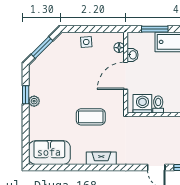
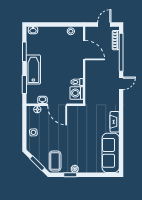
coffee table: (91, 117) -> (55, 161), moved
sofa: (49, 152) -> (111, 153), width x1.36

